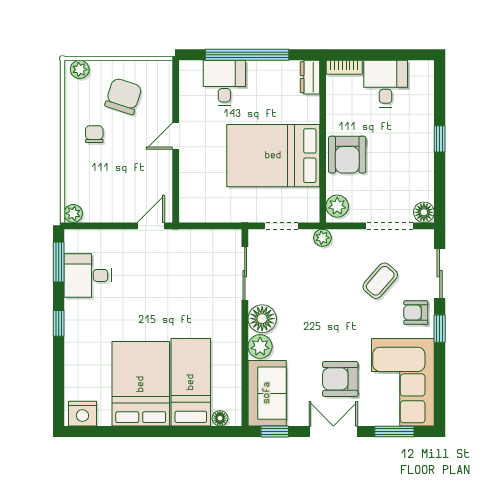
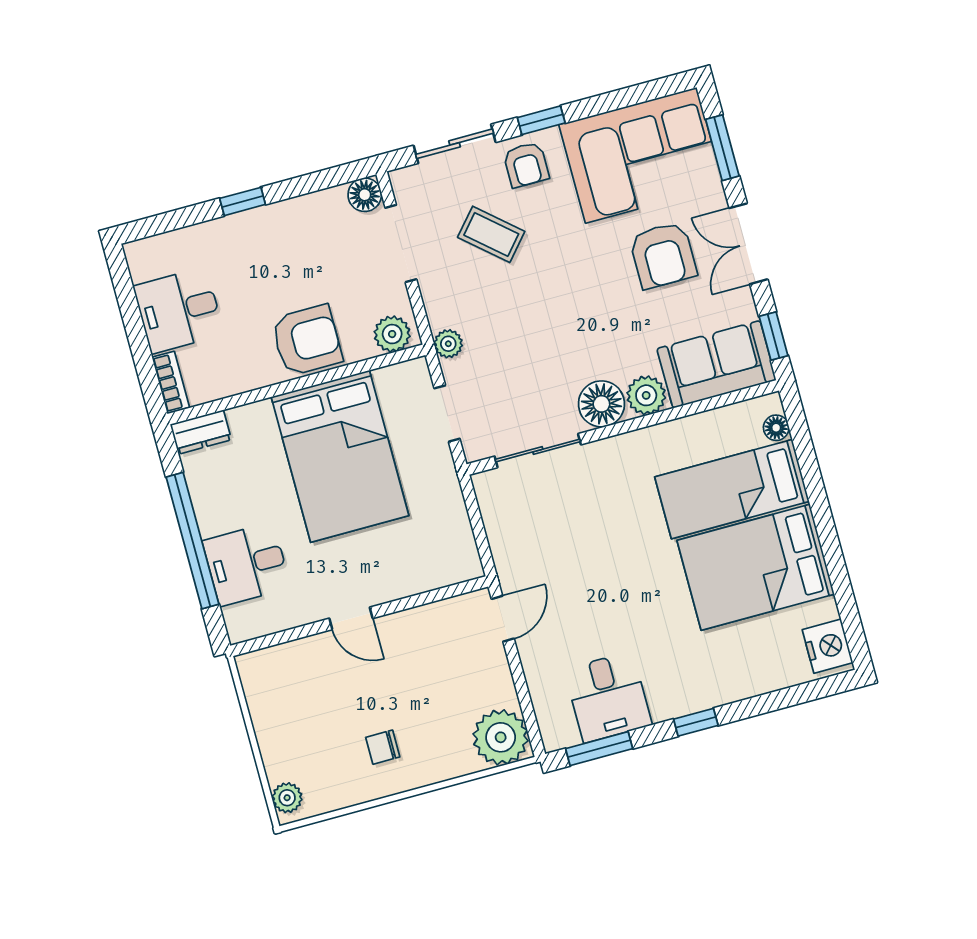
chair: (123, 96) -> (311, 717), removed
plant: (73, 213) -> (501, 737), width x1.87, depth x1.87
door: (151, 226) -> (503, 619), swing flipped

